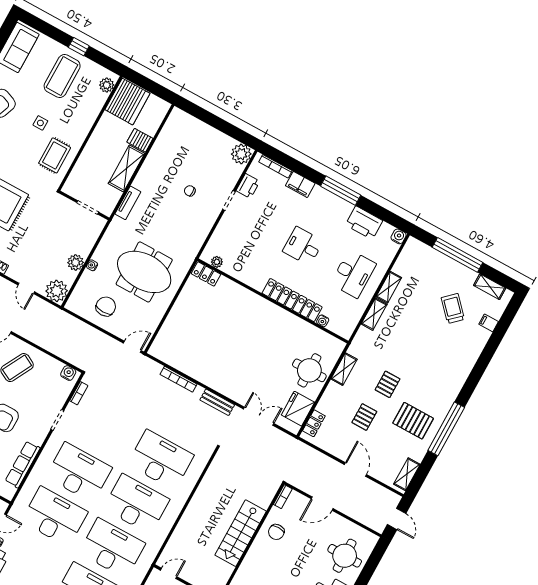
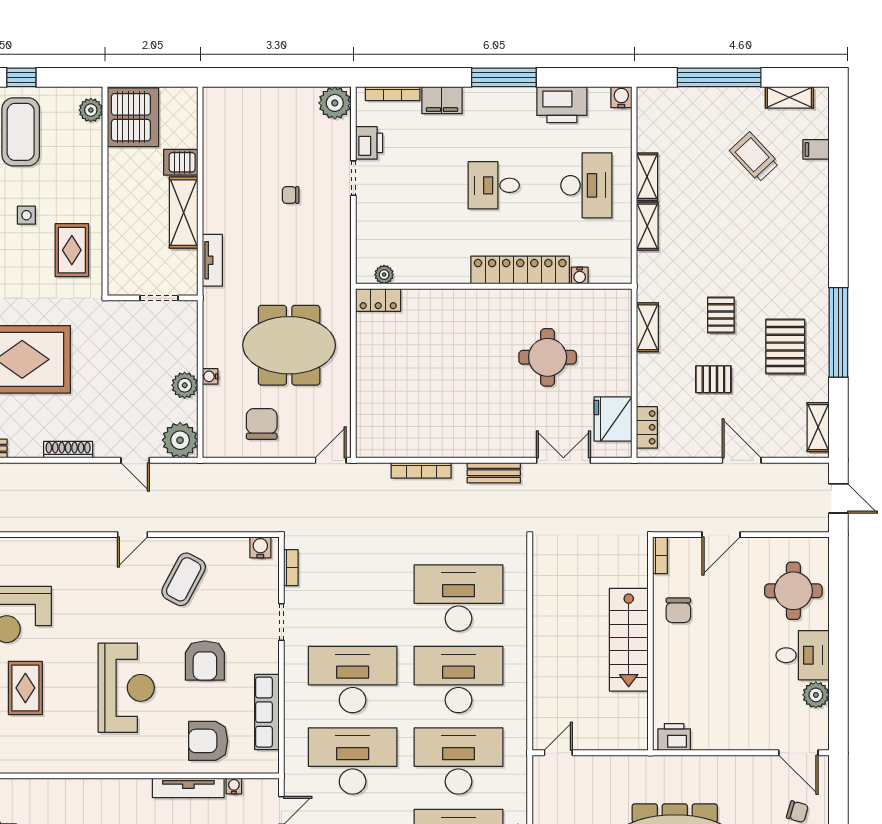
round table: (309, 370) -> (548, 357), moved
pallet: (364, 417) -> (713, 379), turned 90
pallet: (413, 421) -> (785, 347), turned 90

